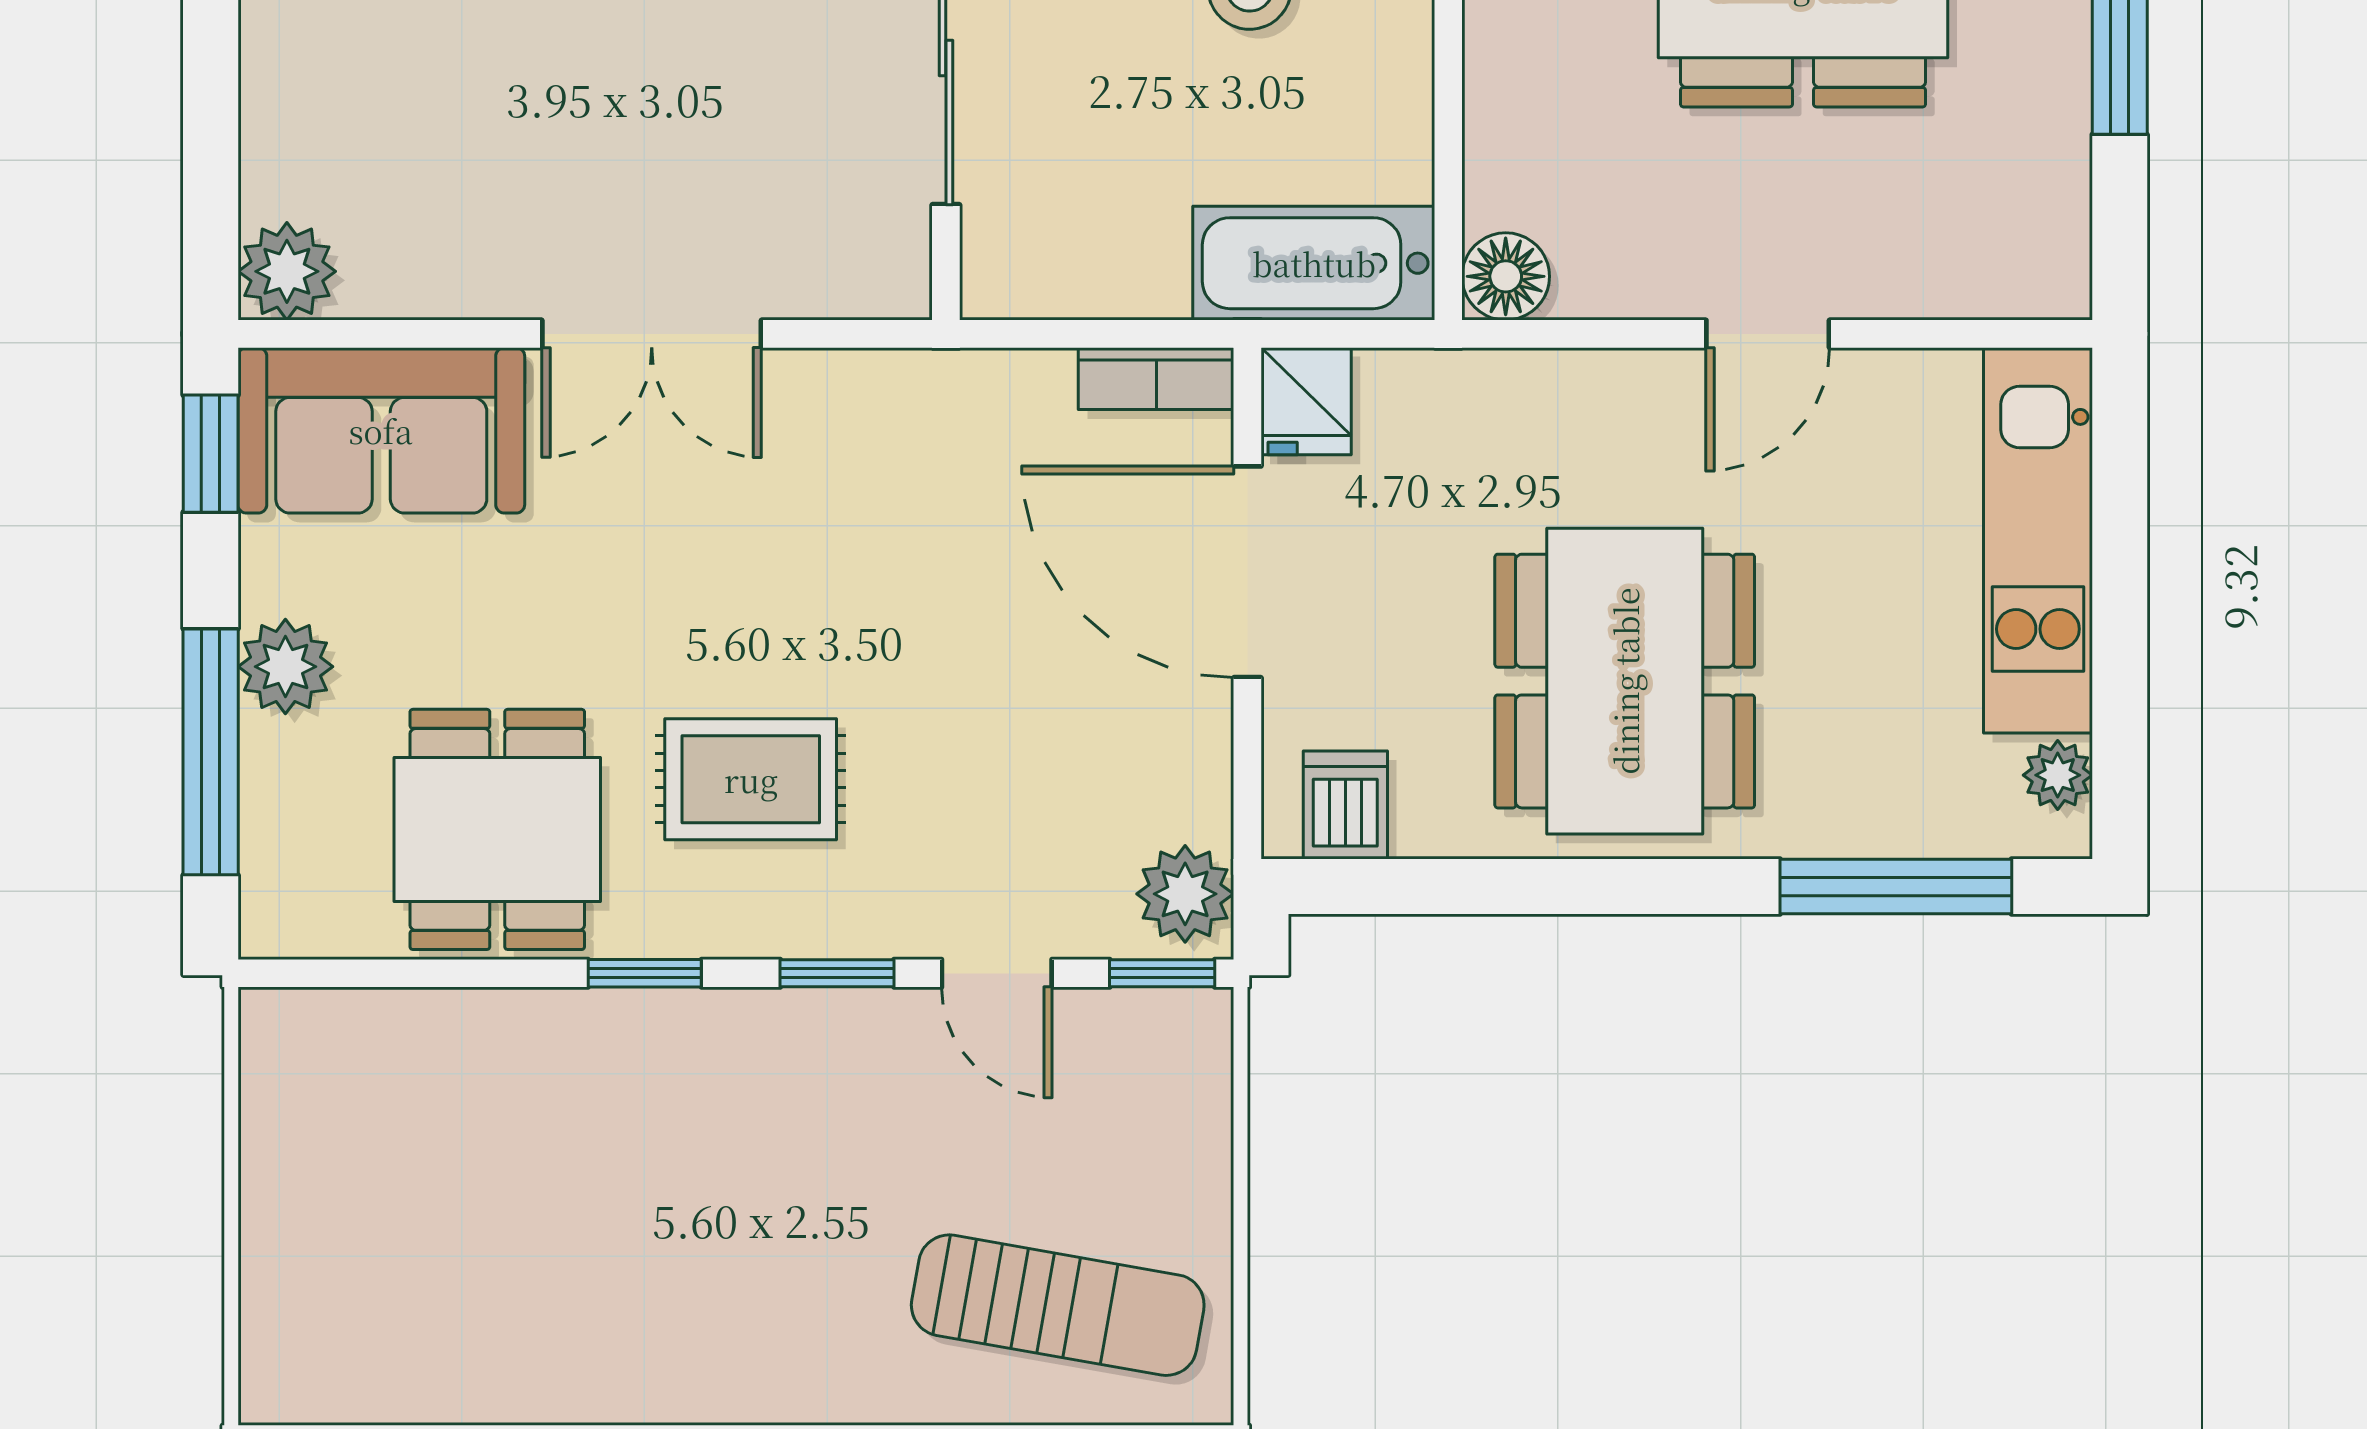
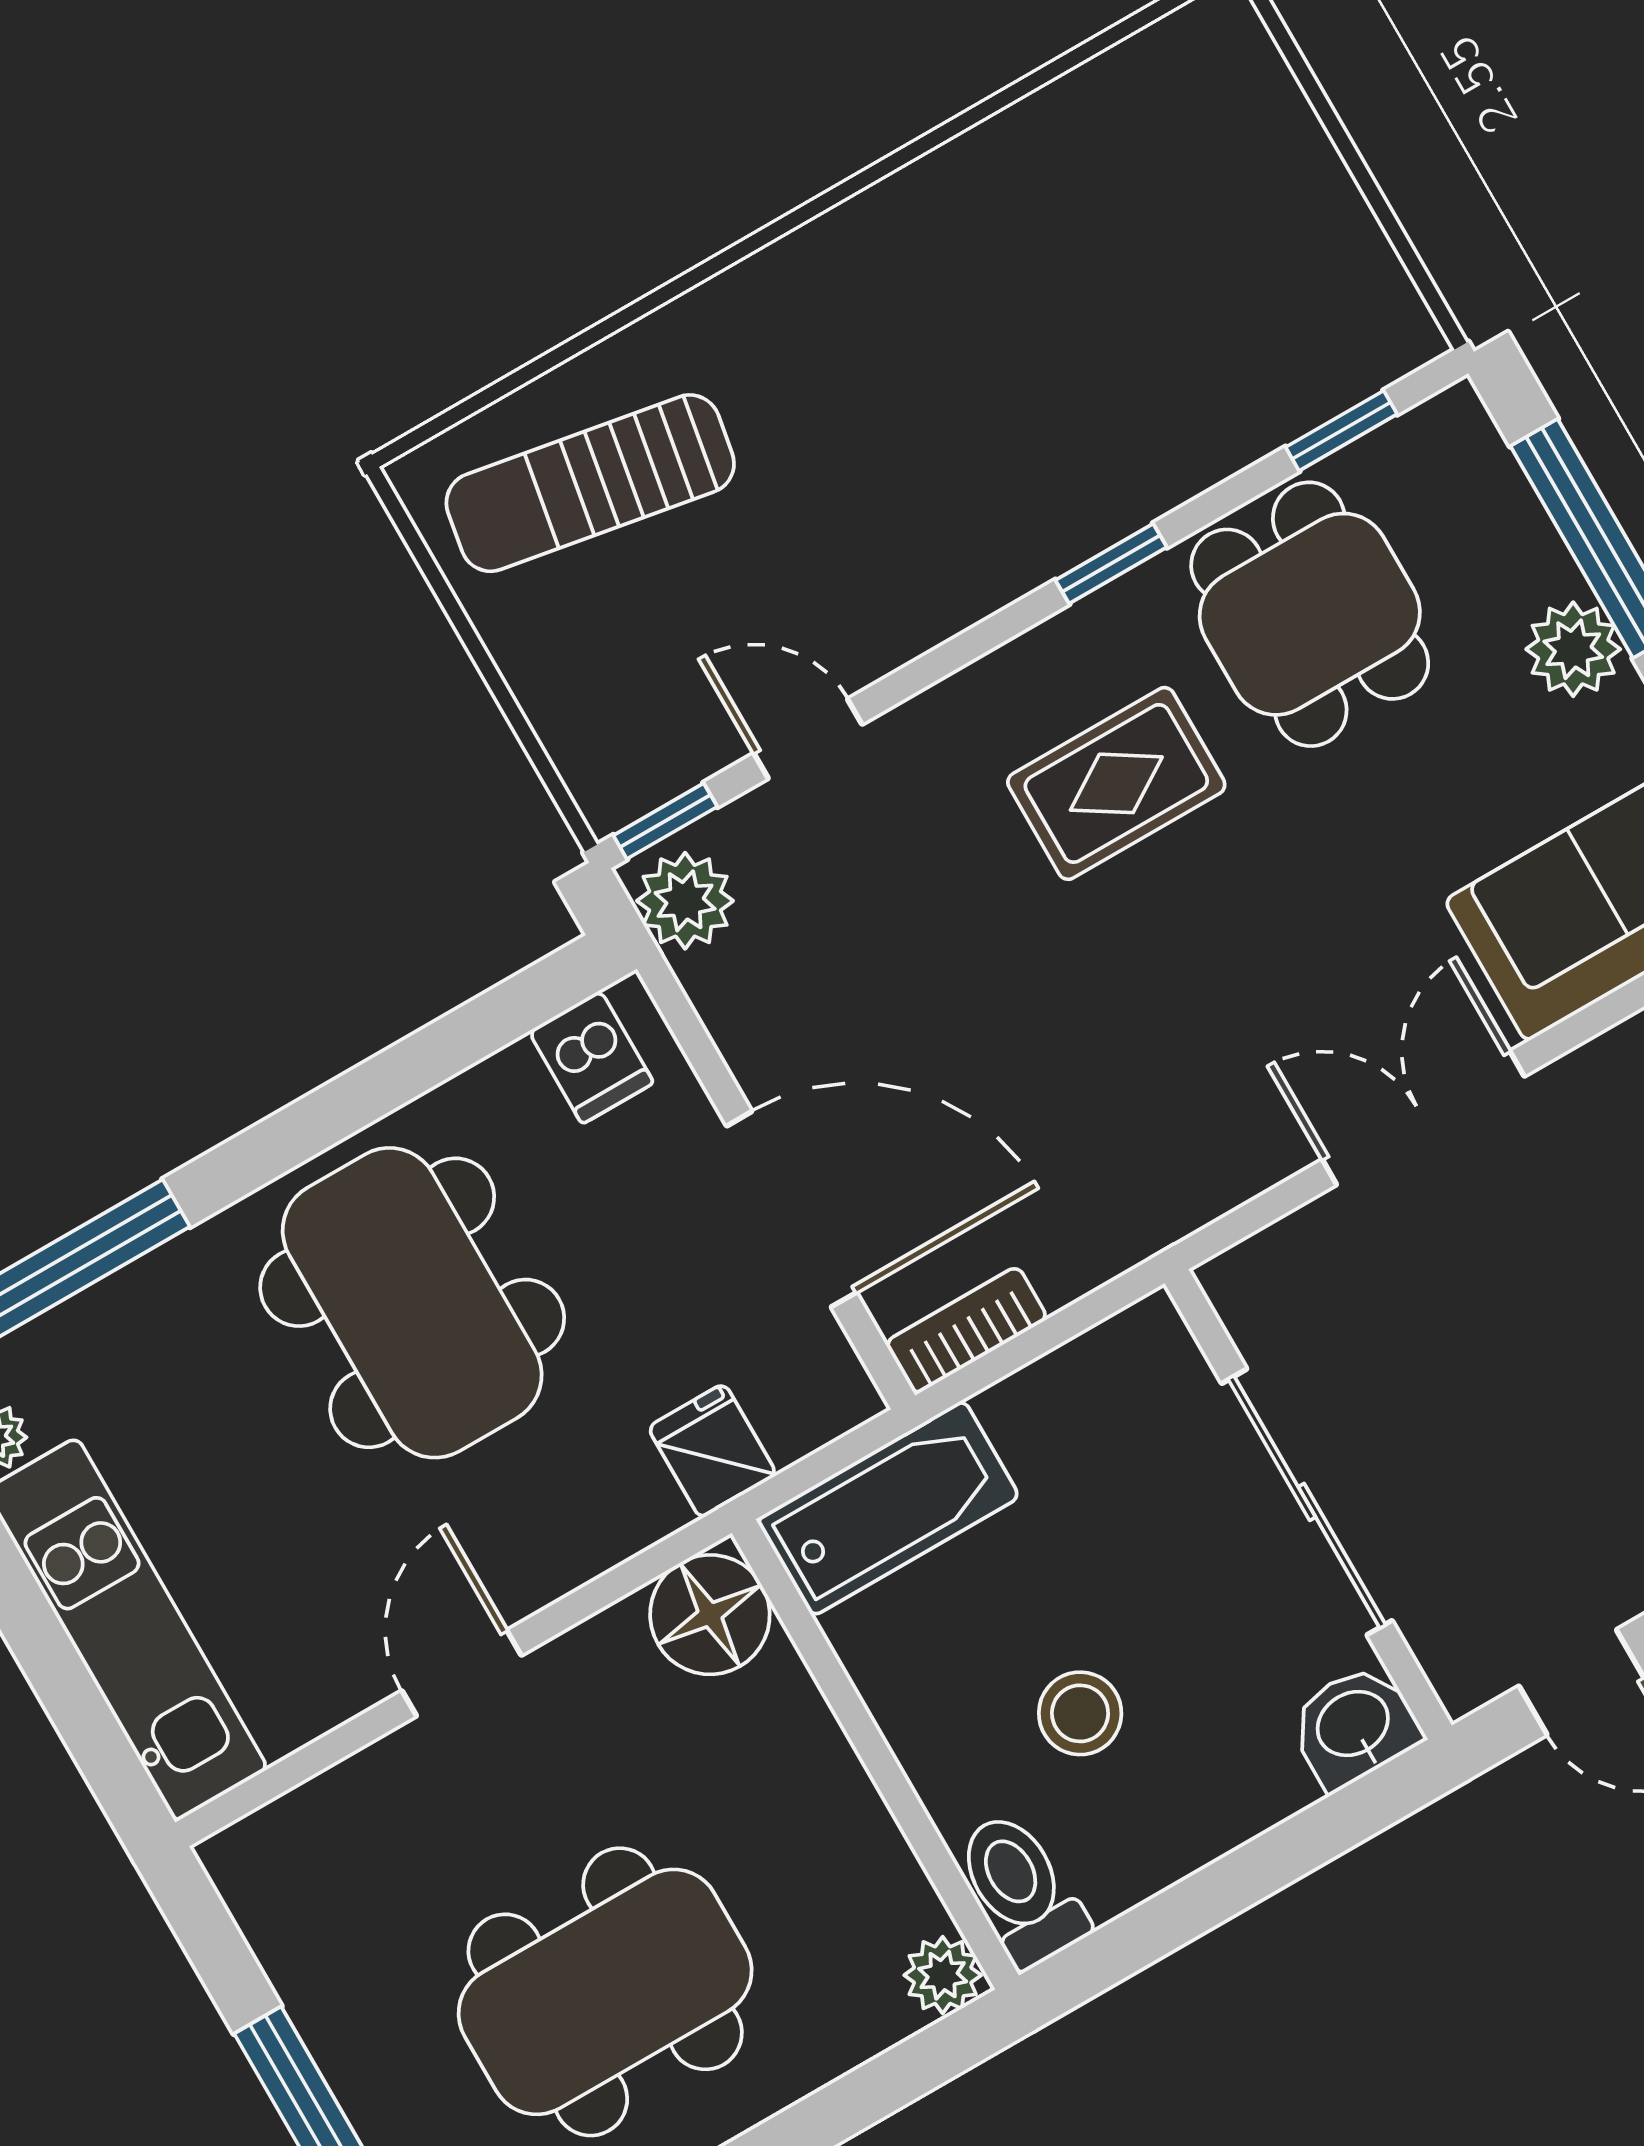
floor lamp: (1506, 276) -> (710, 1615), width x1.38, depth x1.38
fridge: (1306, 401) -> (712, 1451), moved
window: (837, 973) -> (1341, 431), moved

